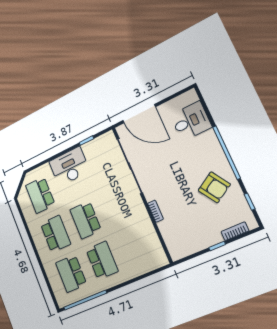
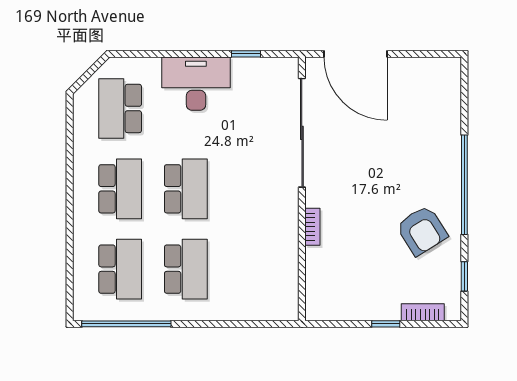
desk: (191, 121) -> (433, 108), removed
school desk: (86, 220) -> (186, 189), turned 180
school desk: (71, 274) -> (120, 269), turned 180

